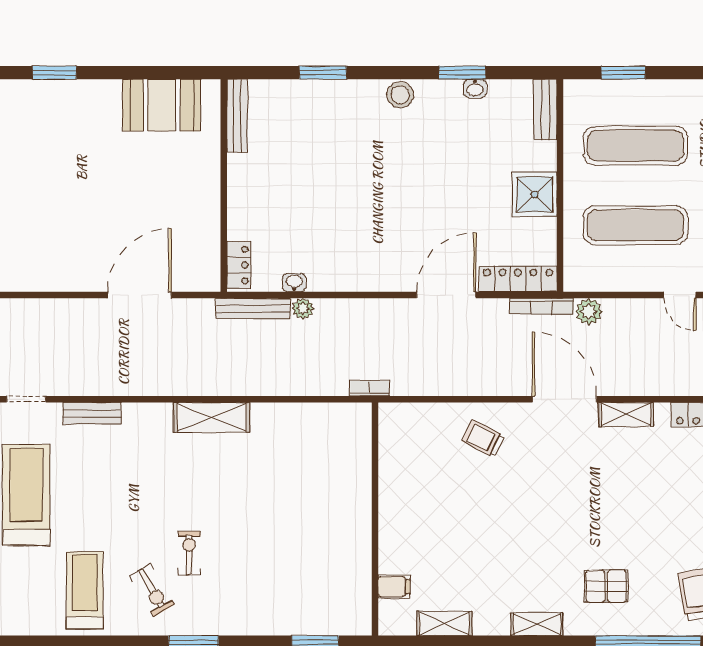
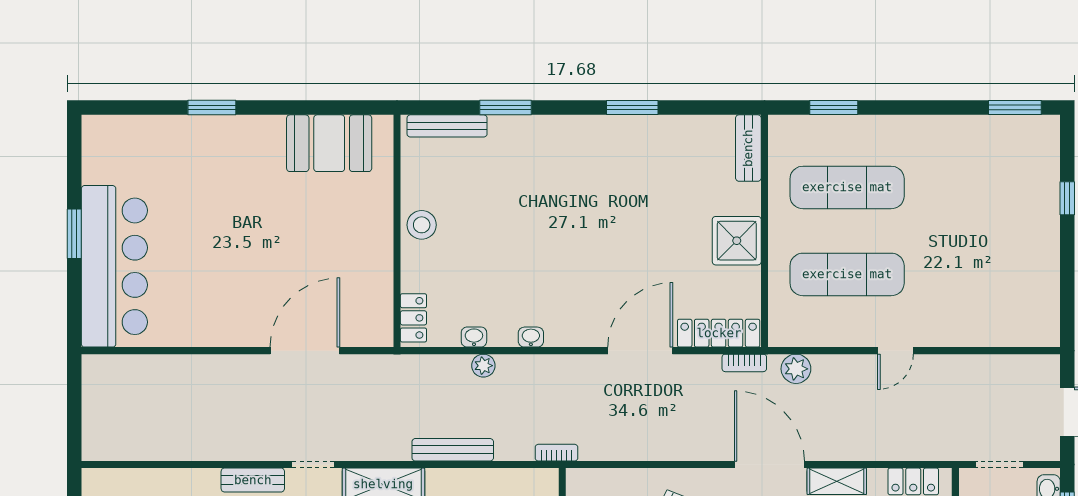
window: (462, 73) -> (632, 108), moved
washbasin: (475, 88) -> (531, 337), moved, turned 180
stool: (400, 95) -> (422, 225), moved
bench: (237, 116) -> (447, 126), moved, turned 90
door: (680, 295) -> (895, 351), hinge flipped
bookcase: (542, 306) -> (744, 363), width x0.64
bench: (253, 308) -> (453, 450), moved
doorway: (26, 399) -> (313, 465), moved

